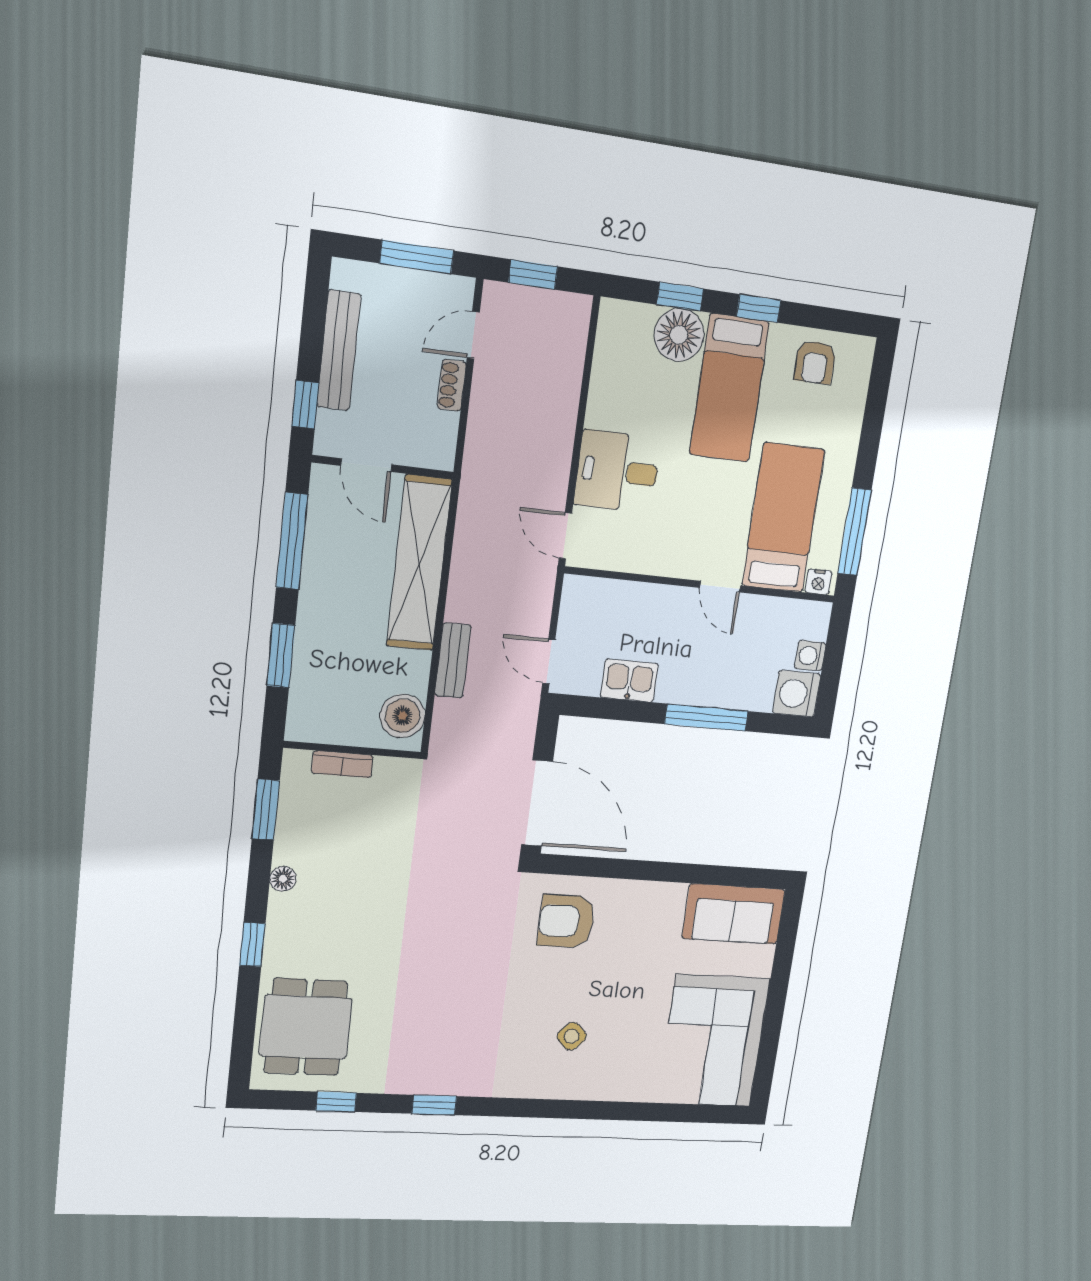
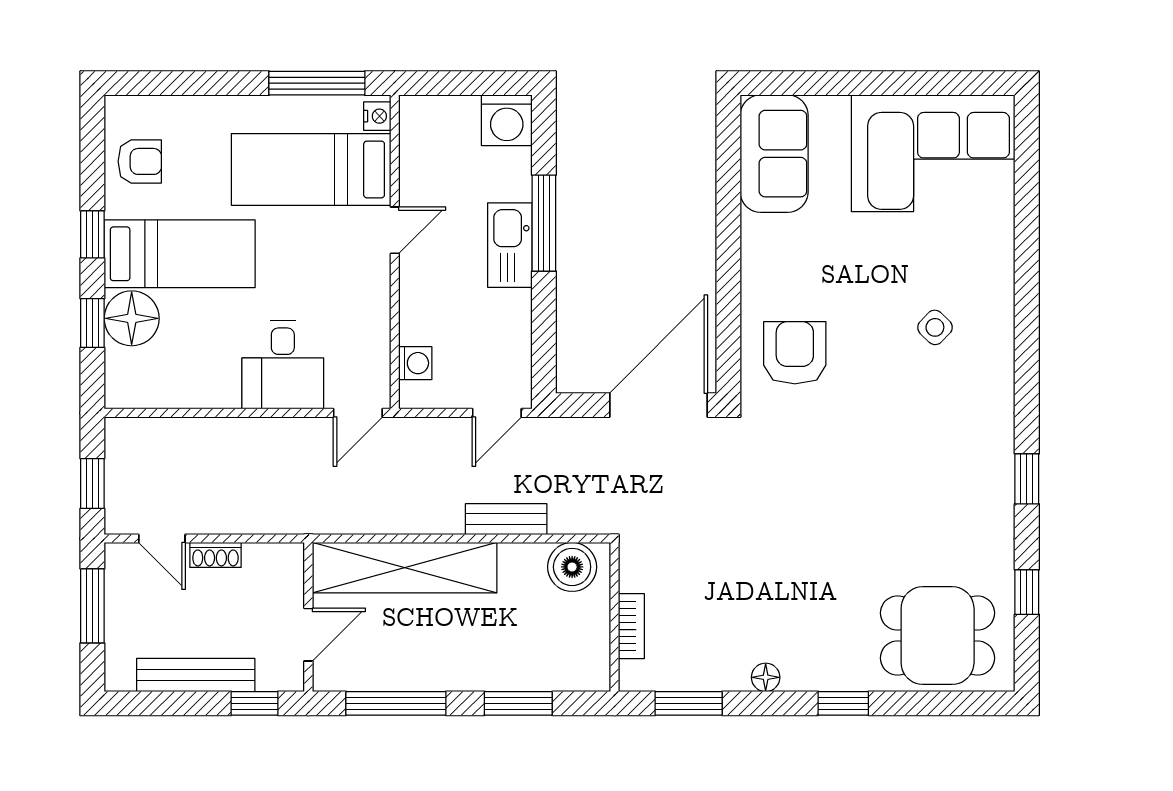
washing machine: (810, 656) -> (415, 363), moved, turned -90
kitchen sink: (629, 681) -> (510, 245), moved, width x1.38
armchair: (566, 921) -> (795, 353), turned 180

